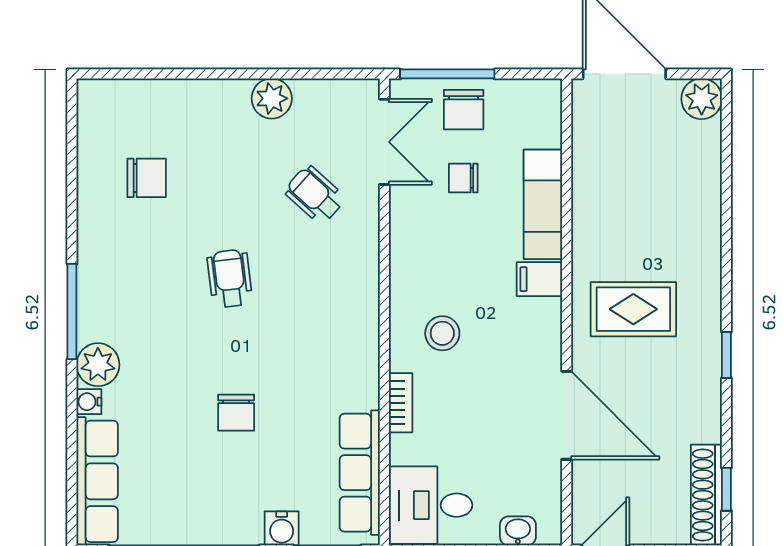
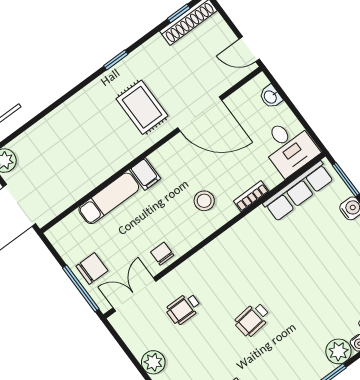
chair: (463, 178) -> (162, 254), moved, turned 180
wheelchair: (315, 195) -> (183, 309), turned 48
rug: (633, 309) -> (142, 107), moved
chair: (236, 413) -> (313, 270), removed
door: (567, 415) -> (200, 114), swing flipped

